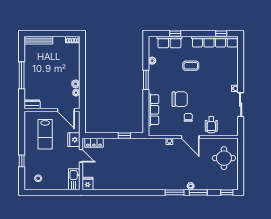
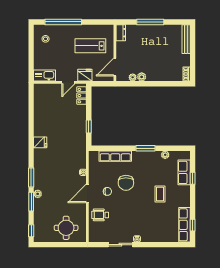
row of seats: (215, 42) -> (185, 225), width x0.73
window: (22, 161) -> (63, 22), width x3.17
fridge: (88, 184) -> (40, 142), moved

